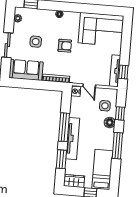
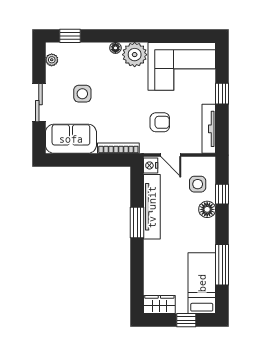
plant: (71, 19) -> (135, 55), added
armchair: (65, 46) -> (160, 122), moved
window: (123, 72) -> (222, 94), moved
window: (64, 127) -> (137, 222), width x0.69
tv unit: (73, 139) -> (152, 207), moved
window: (117, 146) -> (222, 265), moved
window: (61, 159) -> (137, 272), removed

